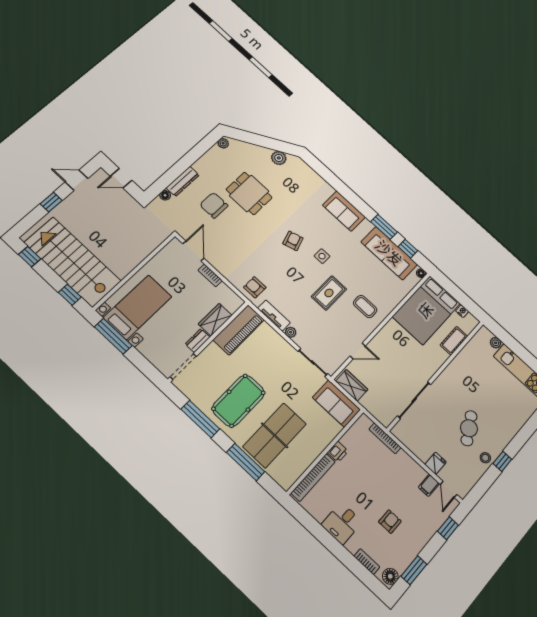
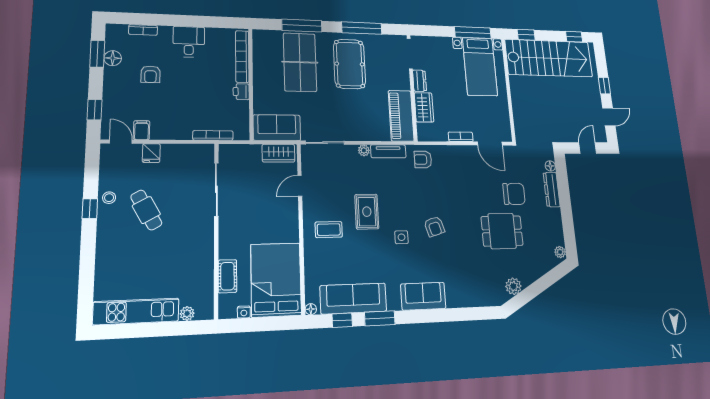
armchair: (255, 287) -> (423, 159), turned 180
floor lamp: (390, 576) -> (113, 58), moved

